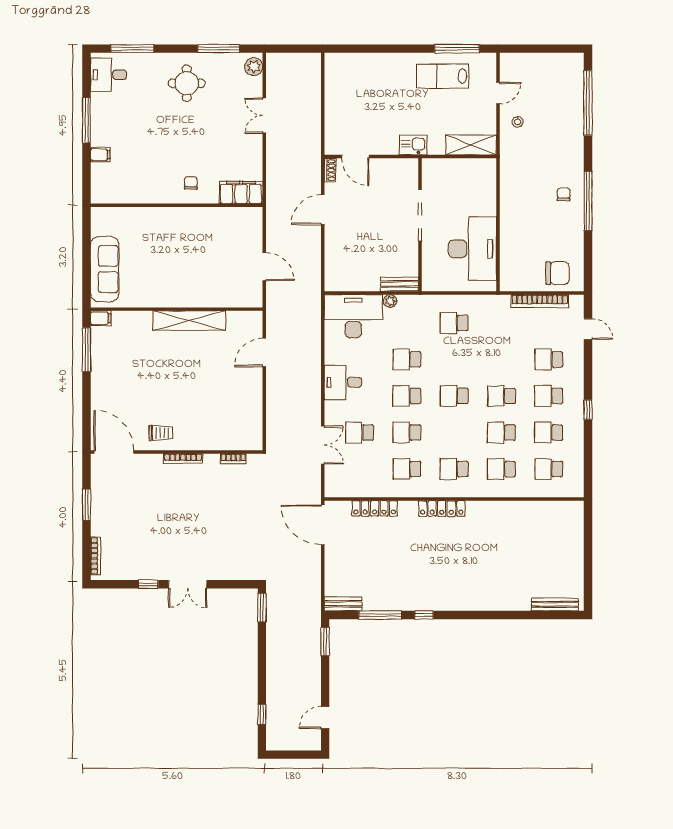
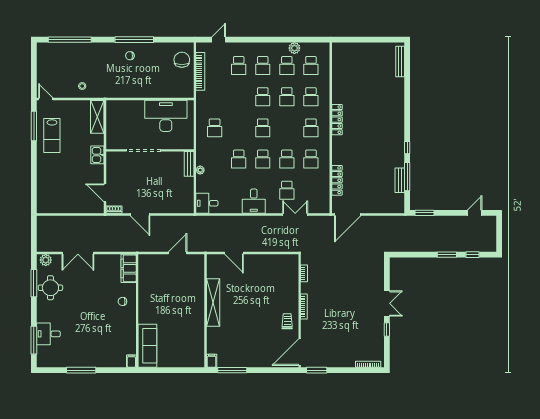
desk: (108, 75) -> (48, 334), moved, turned 90
round table: (187, 83) -> (50, 288), moved
door: (498, 93) -> (46, 99), moved
double door: (264, 116) -> (78, 253), width x1.37
filing cabinet: (100, 155) -> (131, 361), moved
door: (355, 157) -> (105, 193), swing flipped
sofa: (105, 269) -> (147, 346), moved, turned 90
desk: (353, 316) -> (207, 203), width x0.53, depth x0.77
window: (588, 410) -> (272, 40), removed
plant: (575, 444) -> (294, 48), added
window: (87, 505) -> (317, 370), moved
locker: (442, 509) -> (337, 120), moved
bench: (343, 604) -> (400, 180), moved
window: (262, 608) -> (447, 255), moved
door: (325, 718) -> (475, 213), swing flipped

